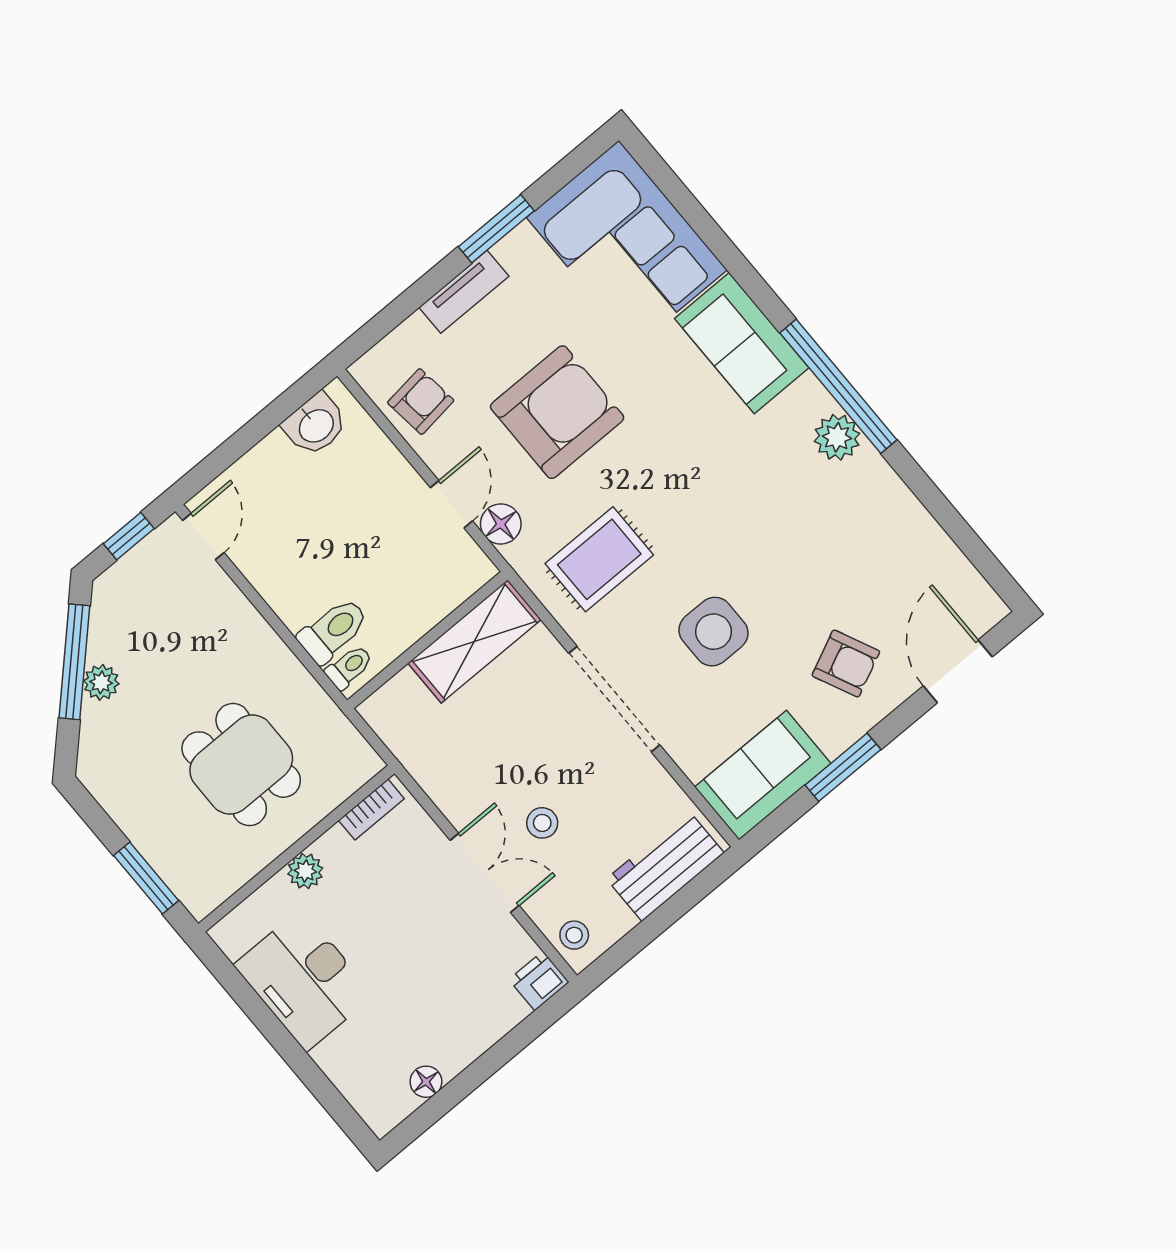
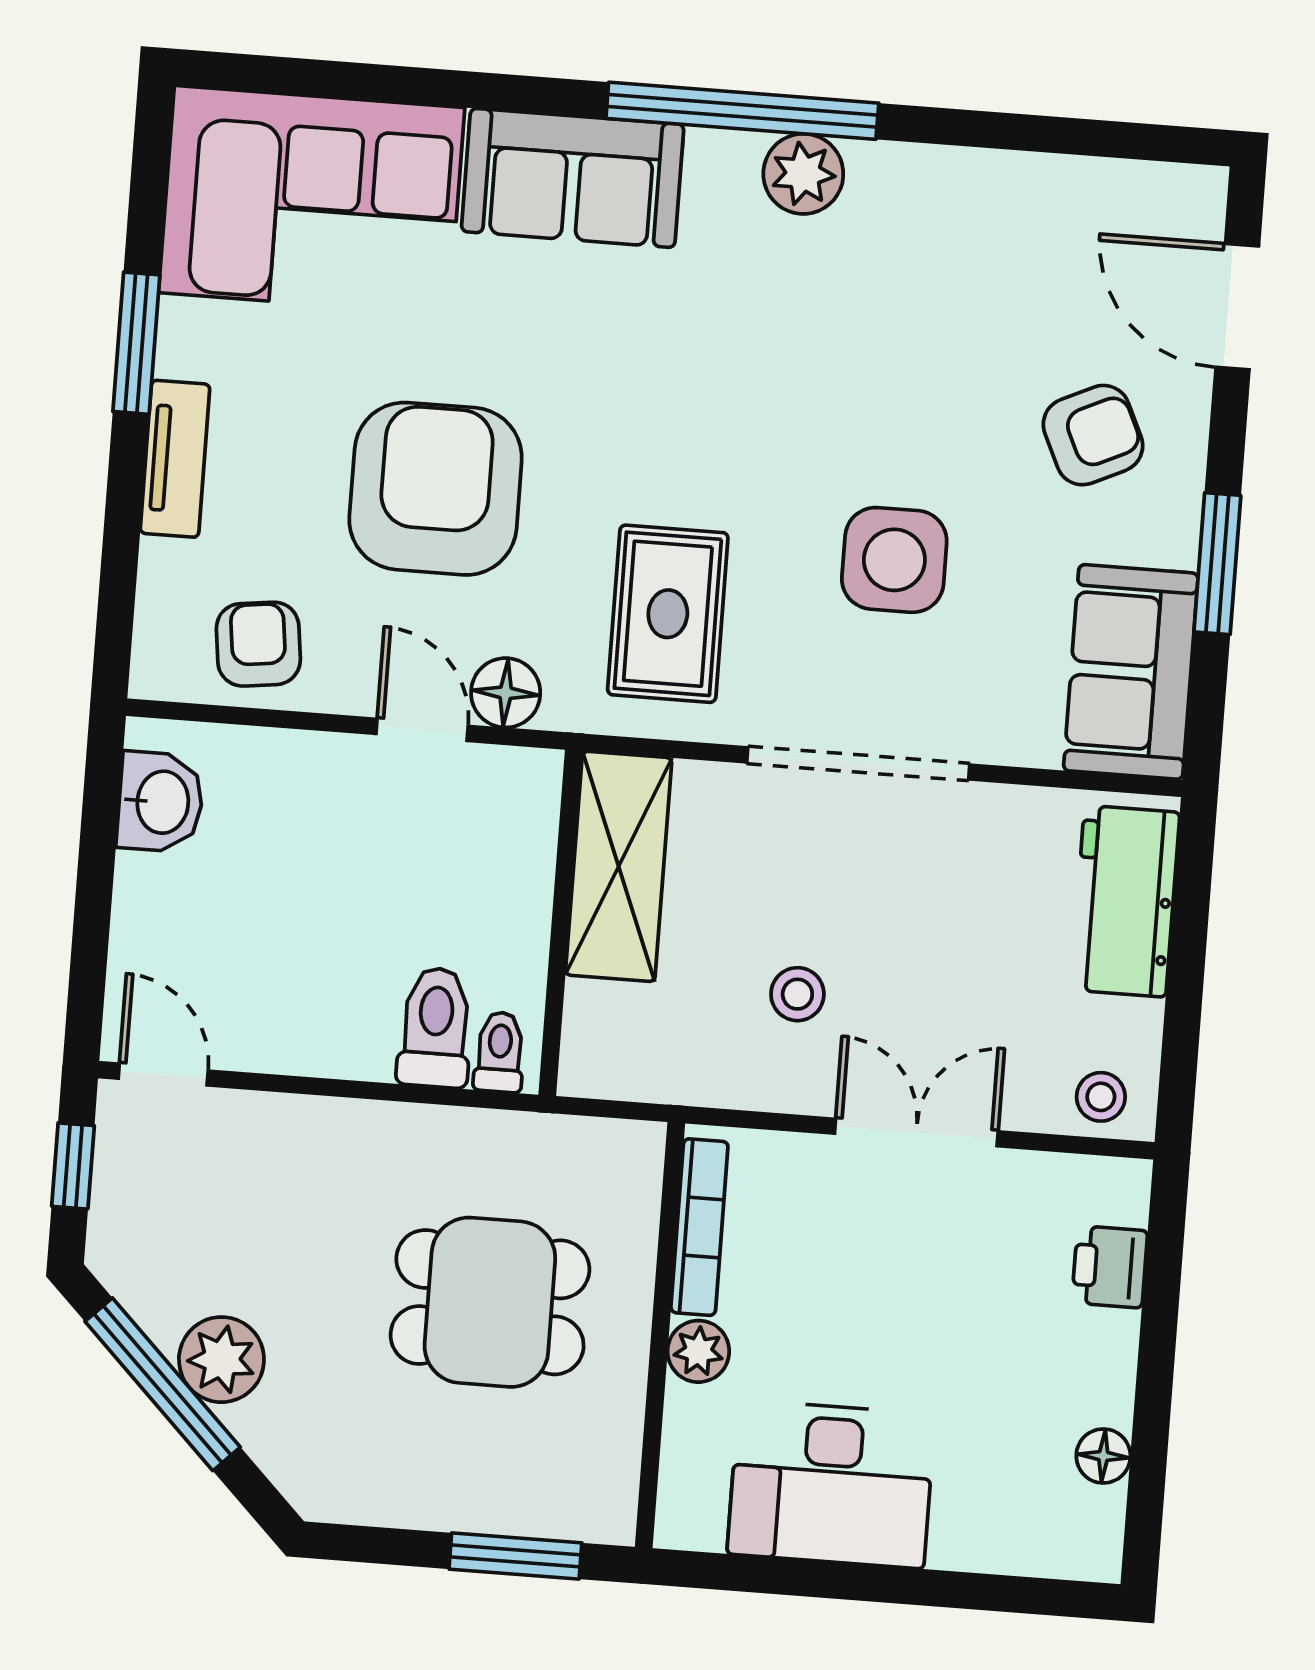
plant: (101, 682) -> (221, 1360), width x1.38, depth x1.38
bookcase: (371, 809) -> (699, 1227), width x1.56
stool: (542, 823) -> (797, 994), moved
printer: (539, 981) -> (1110, 1267), moved

